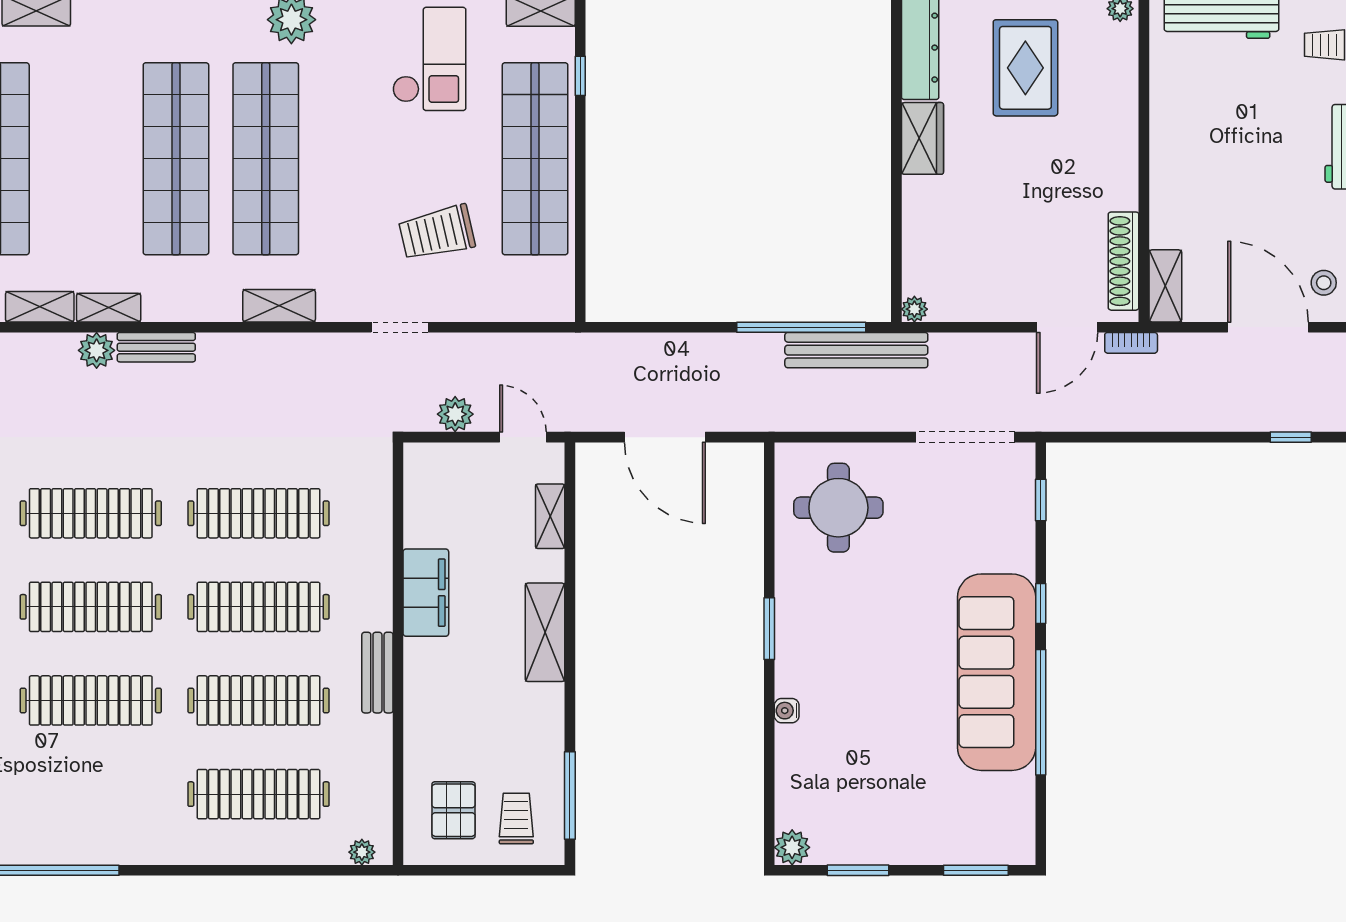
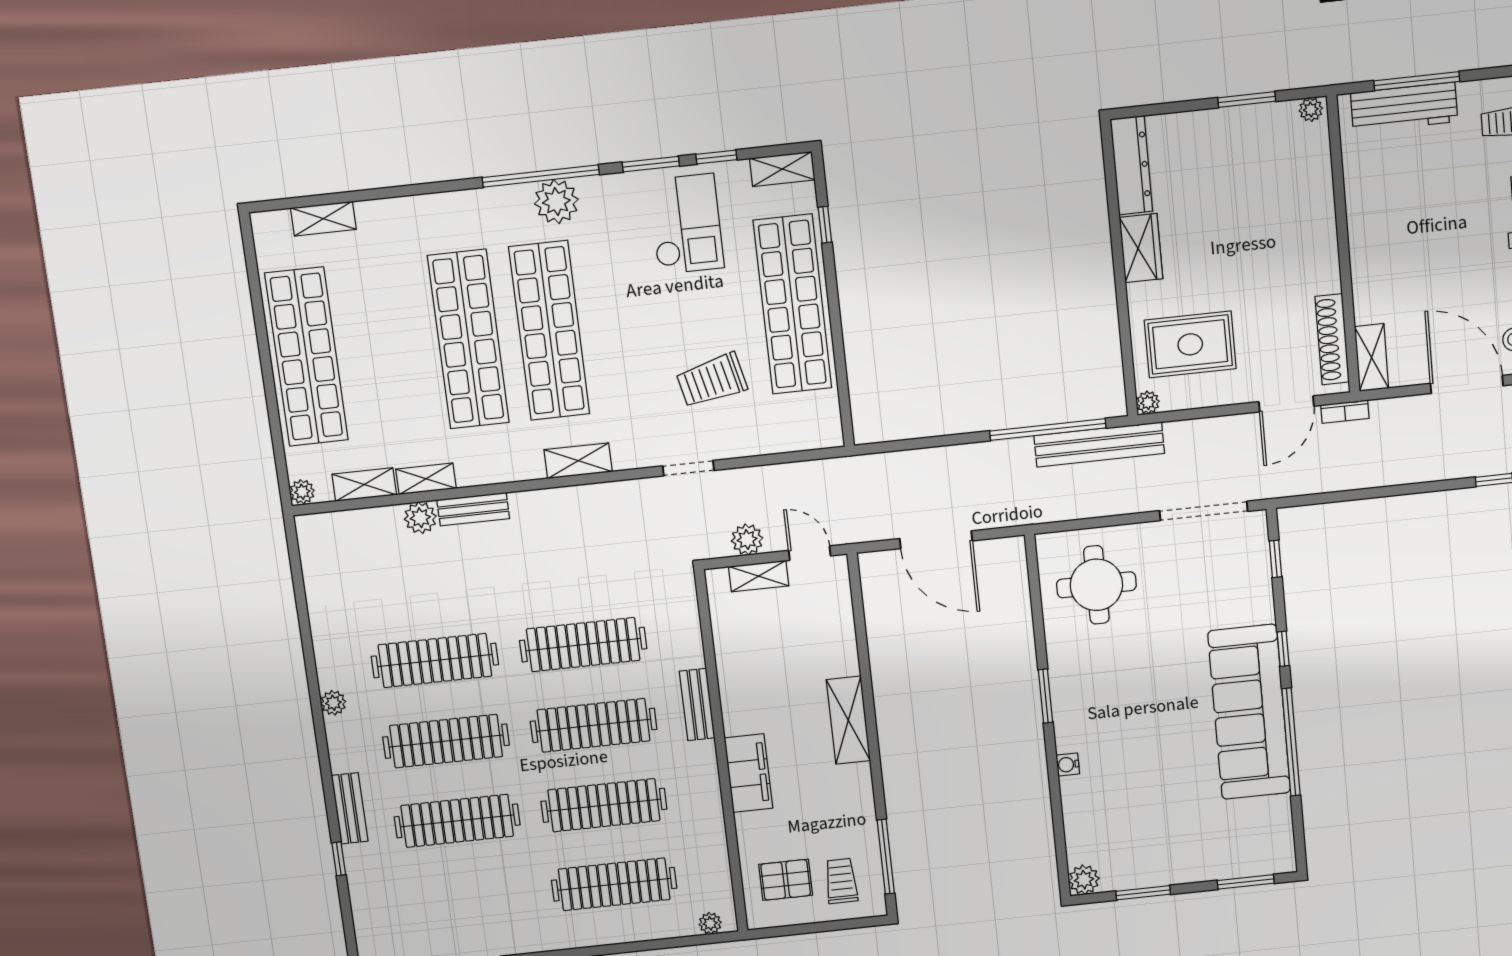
rug: (1025, 68) -> (1190, 344), moved, turned 90
shelving: (550, 516) -> (759, 576), moved, turned 90
filing cabinet: (426, 593) -> (749, 773), moved
bench: (377, 673) -> (697, 705), moved
pallet: (453, 810) -> (786, 880), turned 90

